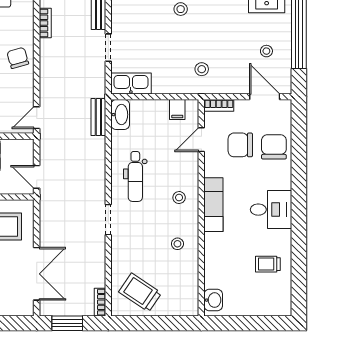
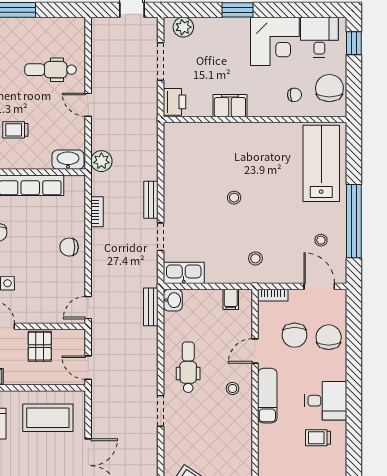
chair: (18, 58) -> (69, 247), turned -74
washbasin: (120, 115) -> (173, 300), width x0.72
door: (201, 140) -> (255, 351), moved
chair: (240, 145) -> (295, 335), turned -90
dental chair: (135, 176) -> (188, 367), turned 180
stool: (177, 244) -> (231, 435), removed
trolley: (268, 264) -> (318, 438), moved

